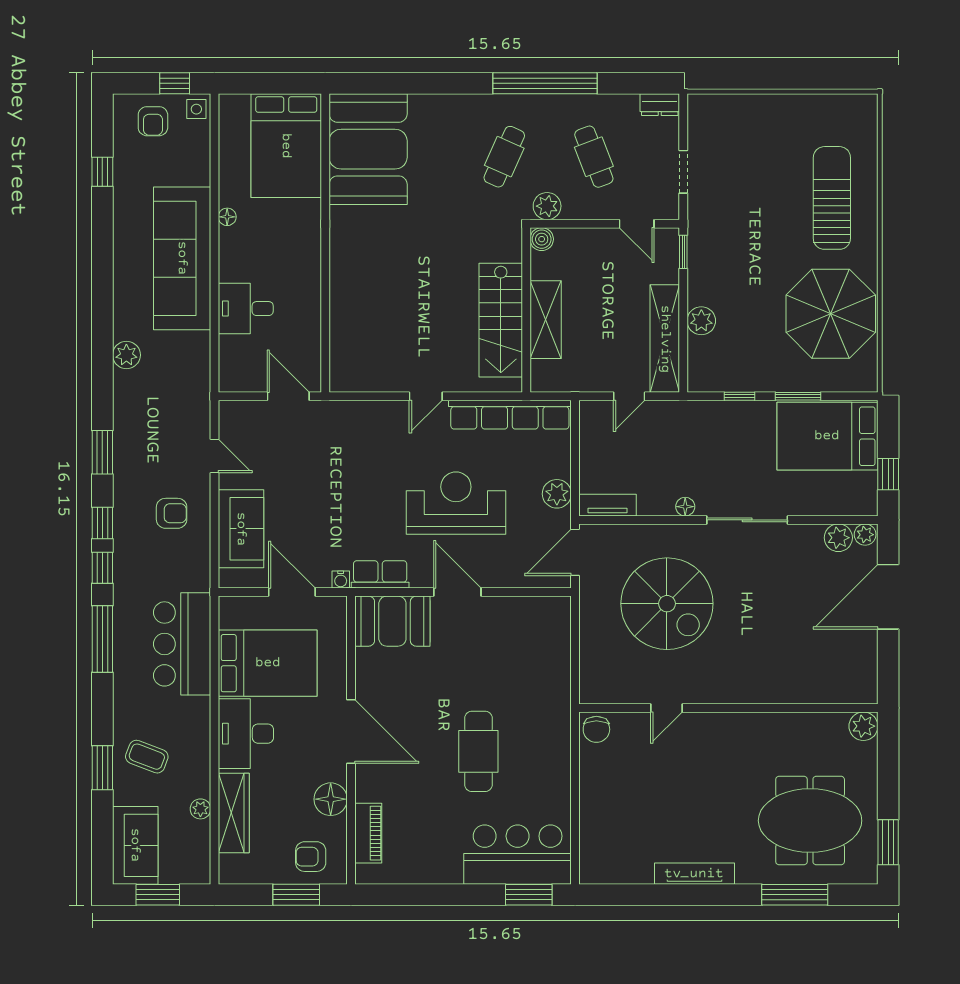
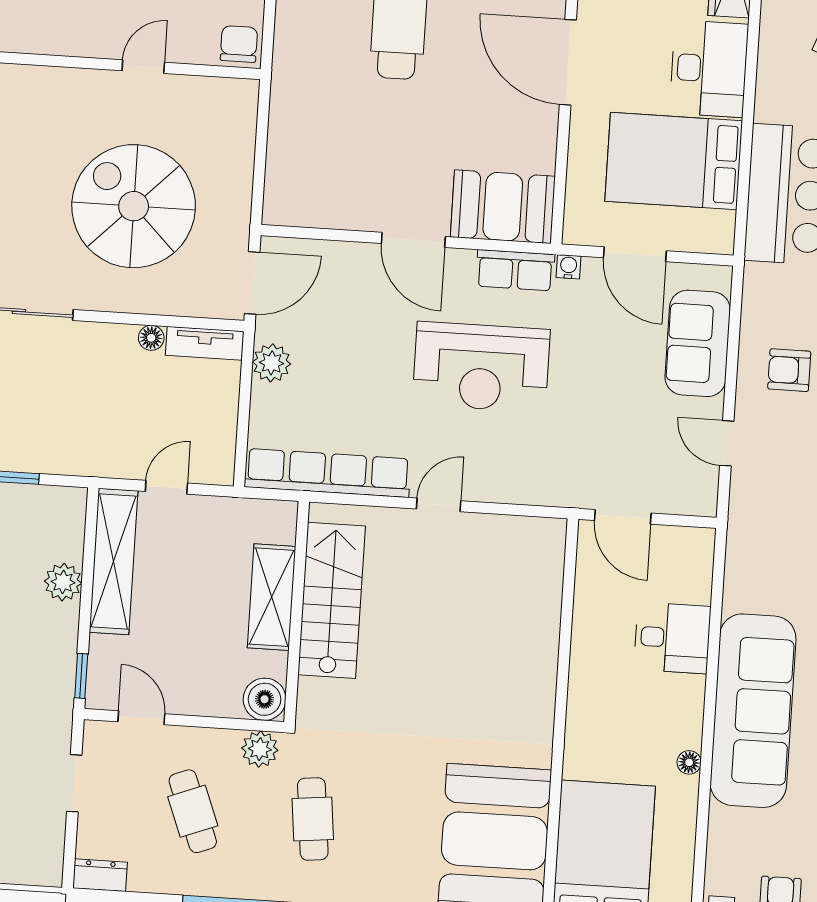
cafe table: (504, 157) -> (313, 819), turned -30
boiler: (542, 239) -> (265, 699), width x1.36, depth x1.36
reception desk: (456, 503) -> (481, 367), moved
floor lamp: (685, 507) -> (151, 338), moved

